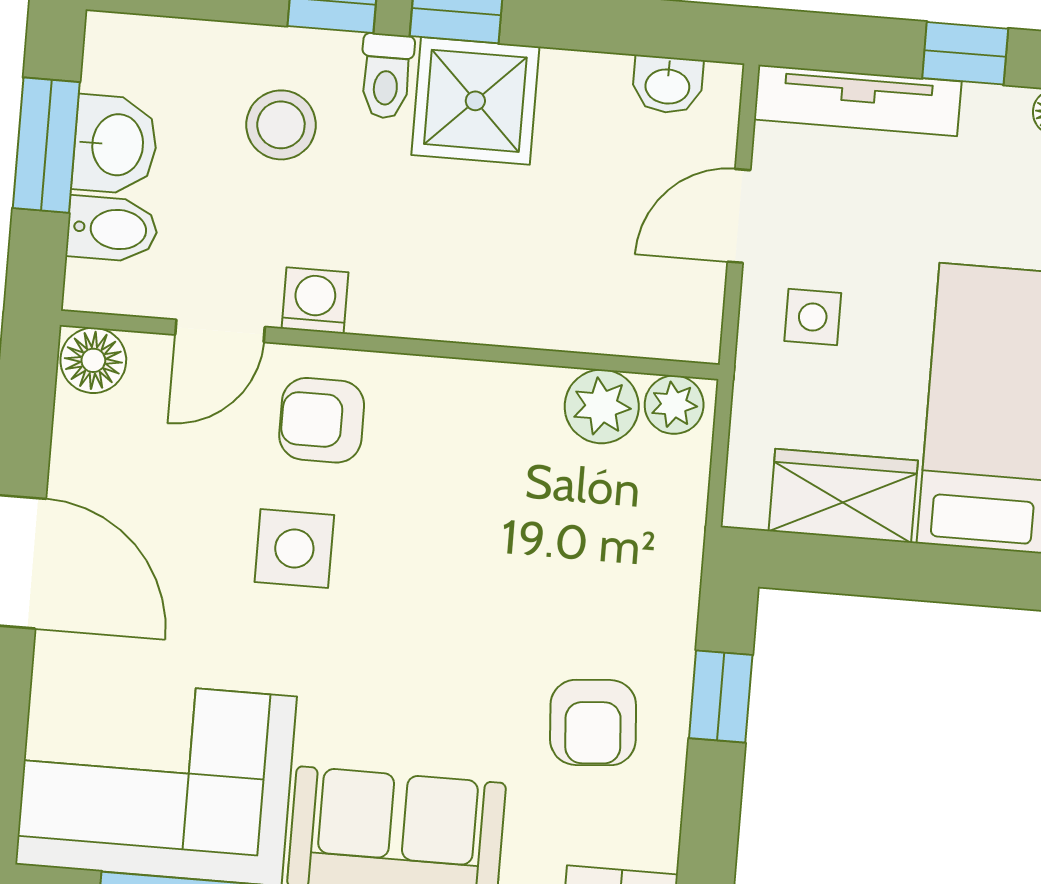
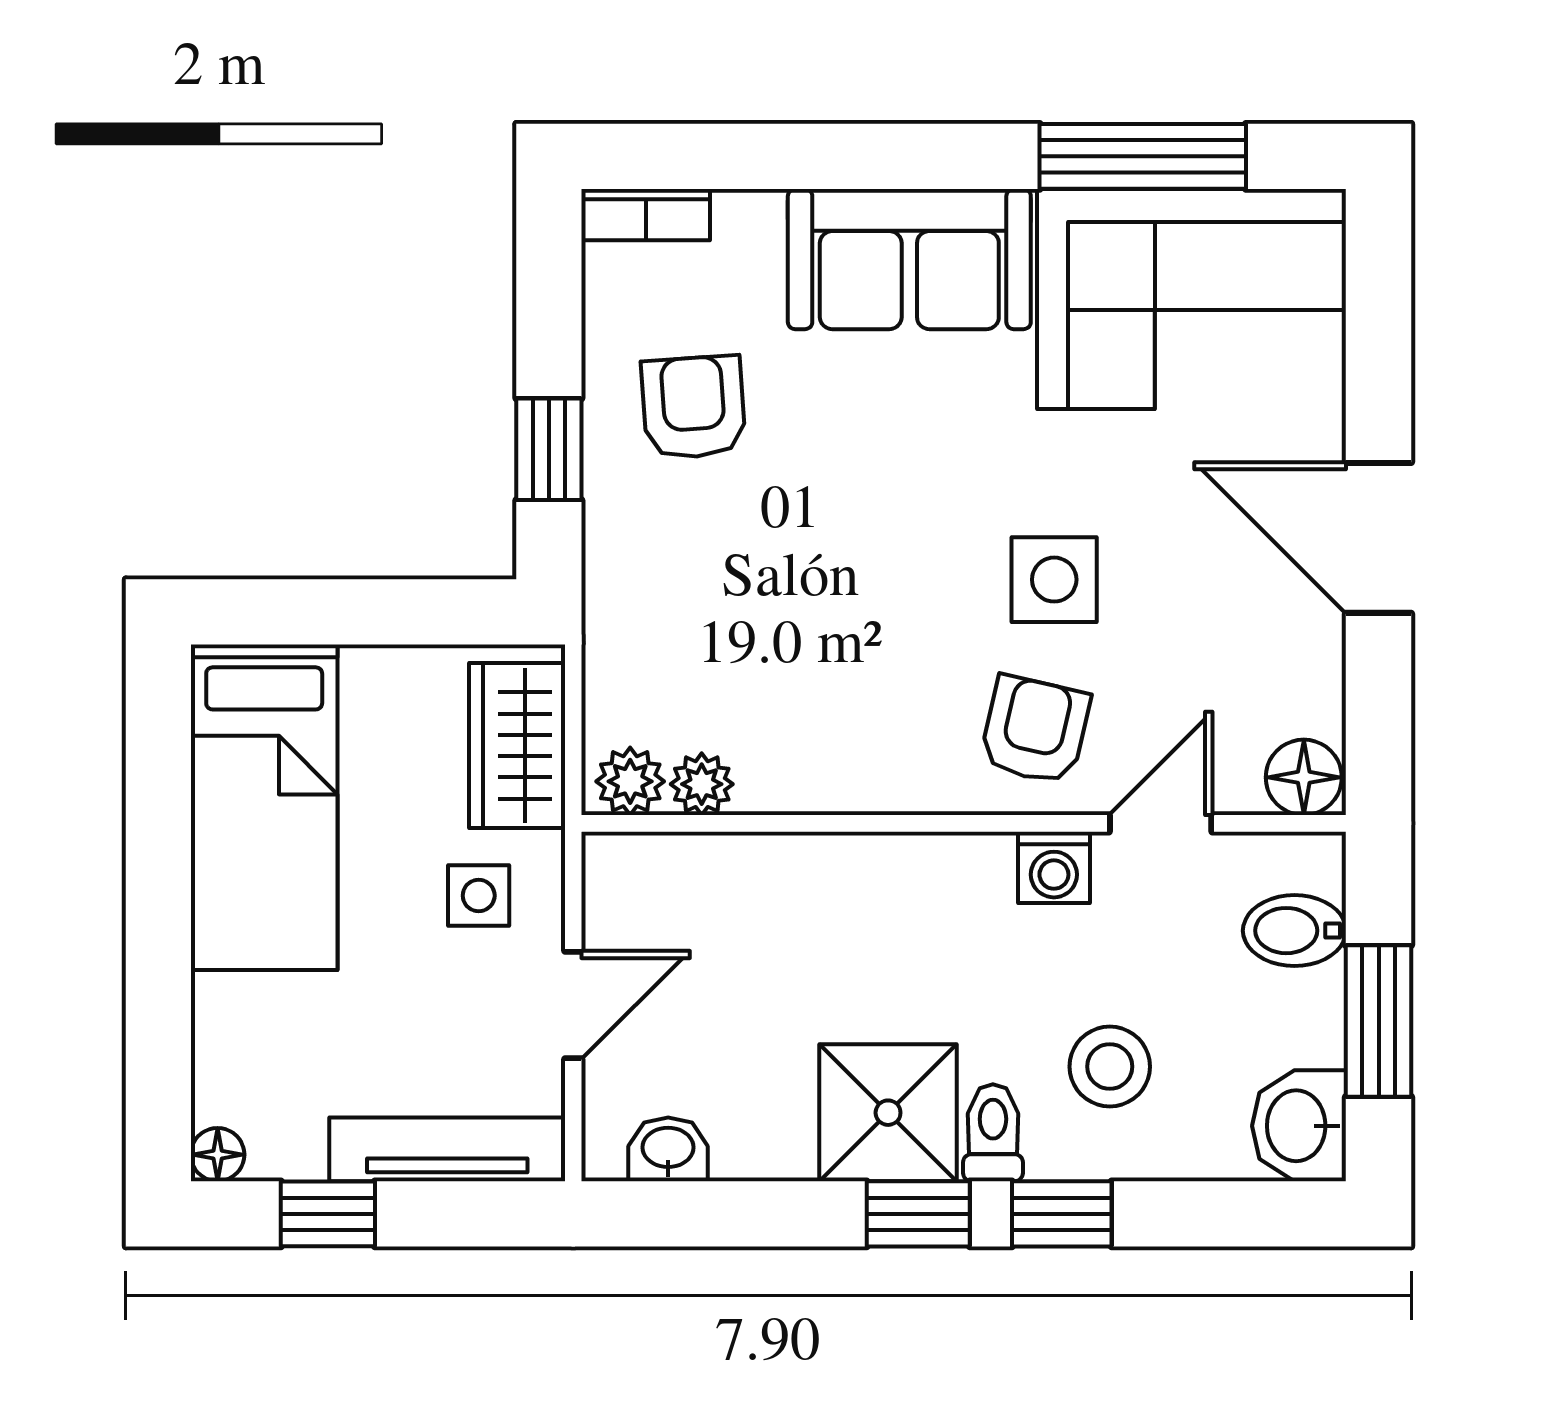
washbasin: (115, 145) -> (1299, 1126), moved
plant: (602, 406) -> (702, 784), width x0.73, depth x0.73
armchair: (322, 420) -> (1035, 730), turned -77
wardrobe: (843, 496) -> (517, 746), moved, turned 90

